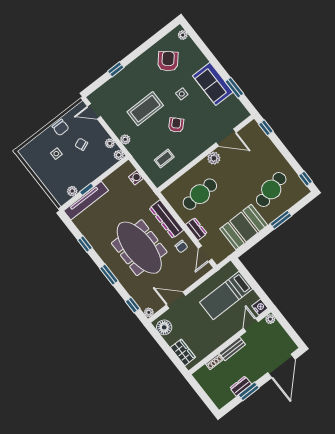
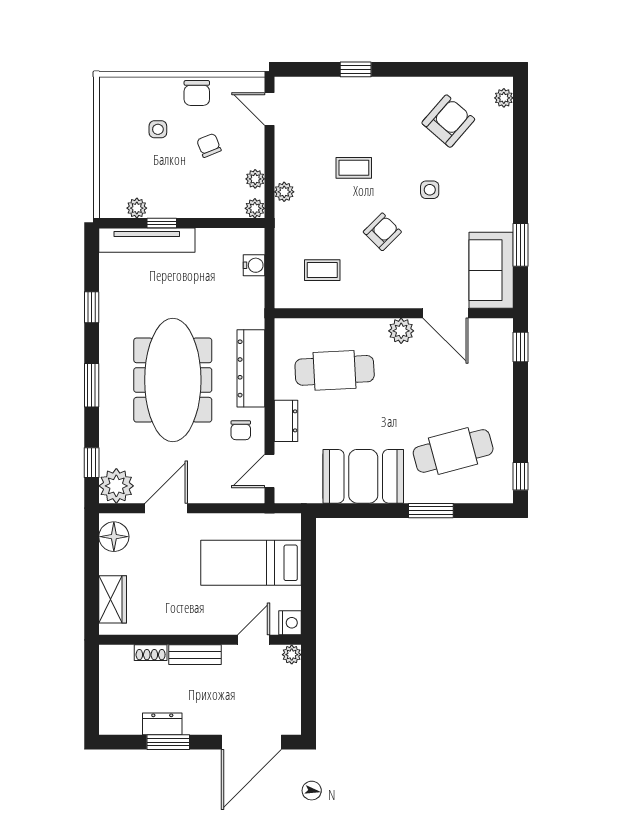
sofa: (213, 84) -> (491, 270), moved
coffee table: (145, 109) -> (354, 168), width x0.54, depth x0.58
door: (176, 300) -> (166, 508), hinge flipped
plant: (149, 312) -> (116, 486), width x1.88, depth x1.88

